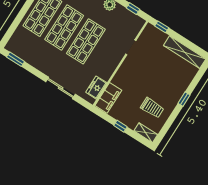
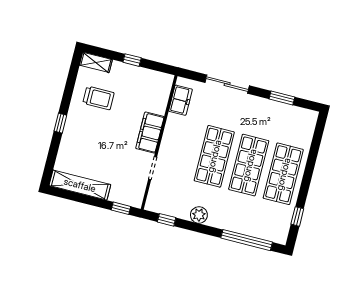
window: (16, 59) -> (282, 98), moved
filing cabinet: (108, 98) -> (150, 133), moved
trolley: (152, 108) -> (98, 98), turned 180

